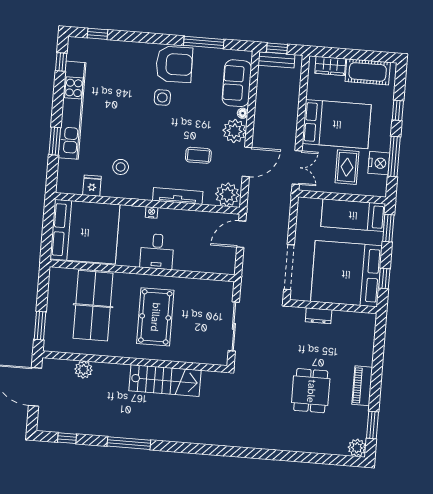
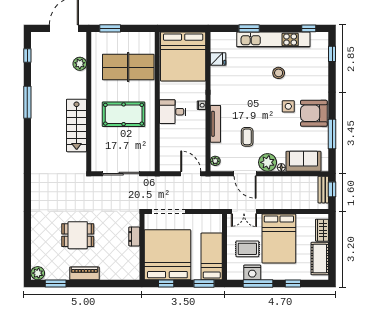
armchair: (174, 64) -> (314, 113), turned 91
stool: (121, 167) -> (279, 73), moved
plant: (227, 195) -> (215, 161), width x0.53, depth x0.53

